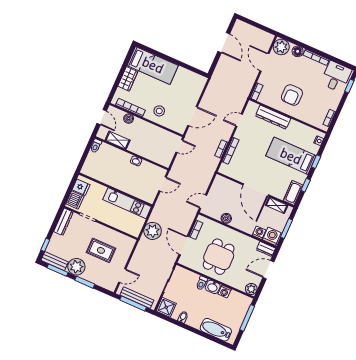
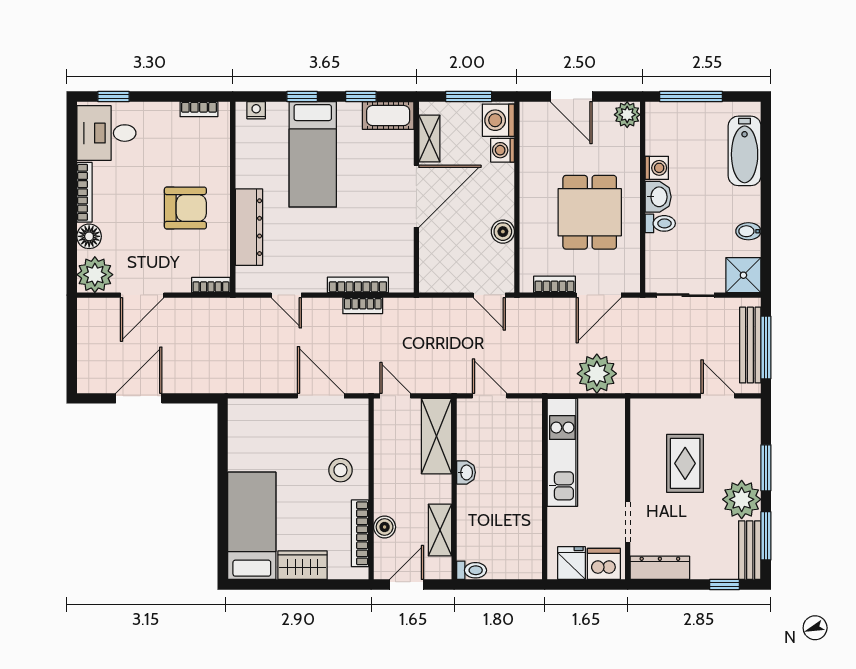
shelving: (156, 155) -> (436, 436), added
dresser: (266, 249) -> (530, 121), removed
dining table: (219, 257) -> (590, 212), turned 90

